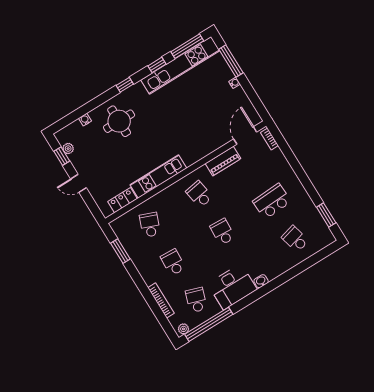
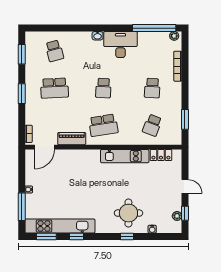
window: (187, 46) -> (46, 237), width x0.69
window: (125, 85) -> (127, 237), moved
window: (302, 175) -> (22, 94), added
school desk: (199, 194) -> (103, 125), width x1.85
school desk: (196, 300) -> (152, 51), removed

